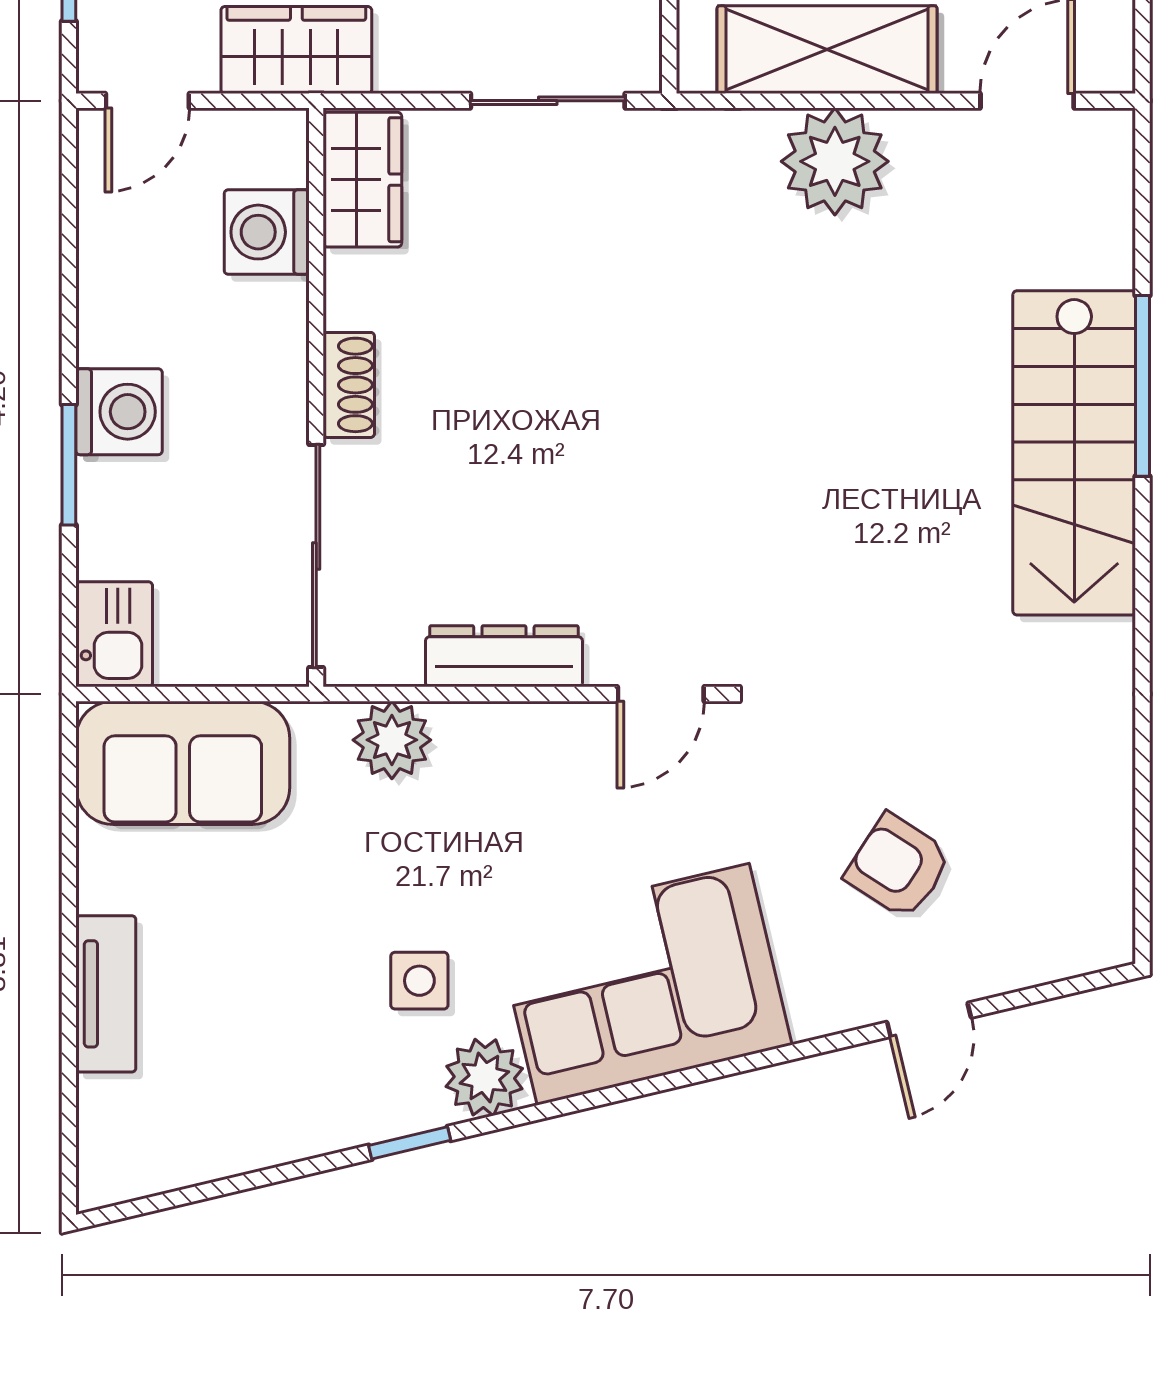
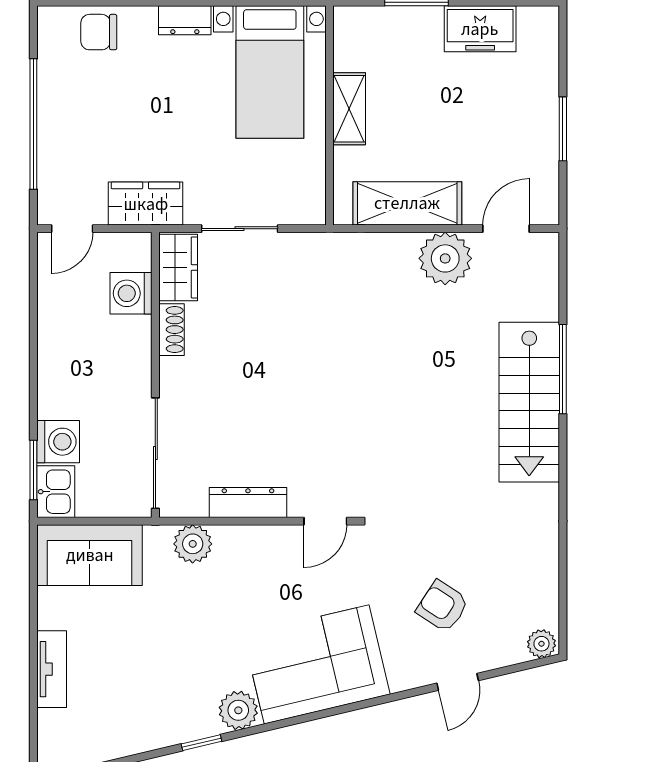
sliding door: (548, 101) -> (240, 229), moved
plant: (835, 161) -> (445, 258), moved
shoe rack: (349, 385) -> (171, 330), moved
washing machine: (119, 412) -> (58, 442), moved
window: (69, 465) -> (33, 470), moved
plant: (1099, 942) -> (541, 644), added
side table: (419, 981) -> (206, 663), removed

